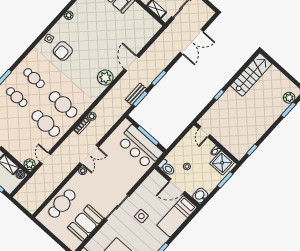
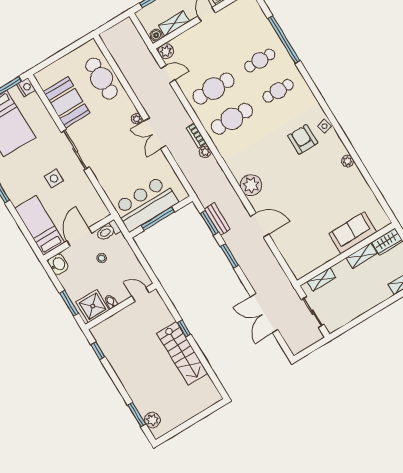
stairs: (251, 75) -> (182, 353), moved

